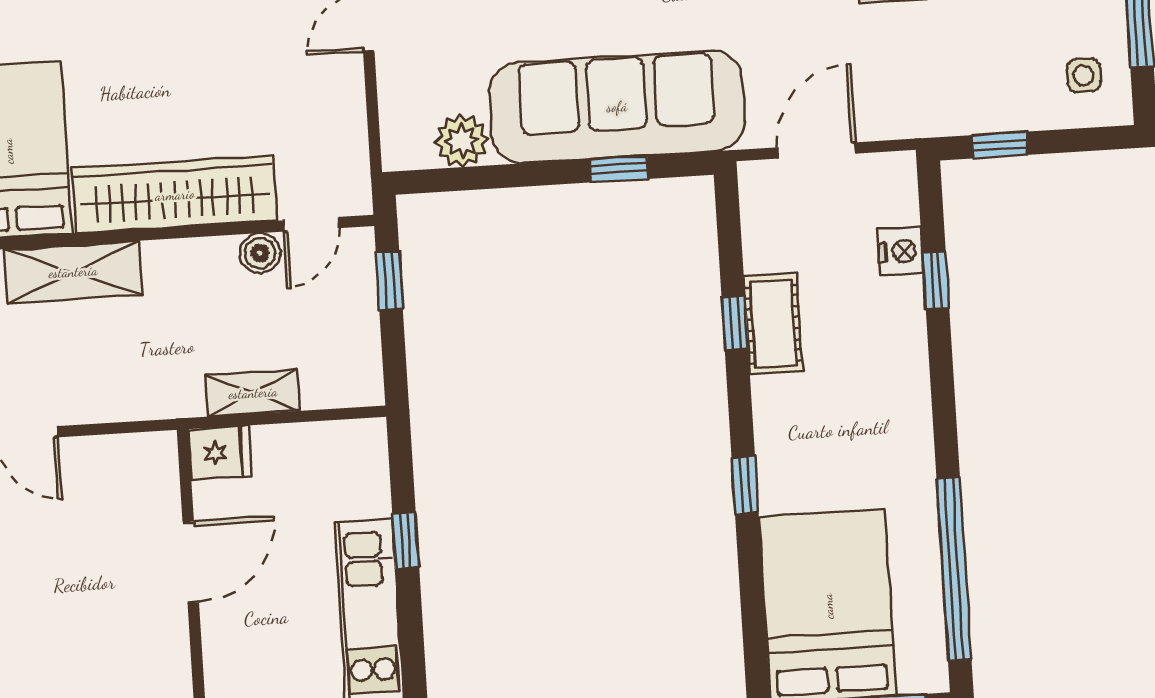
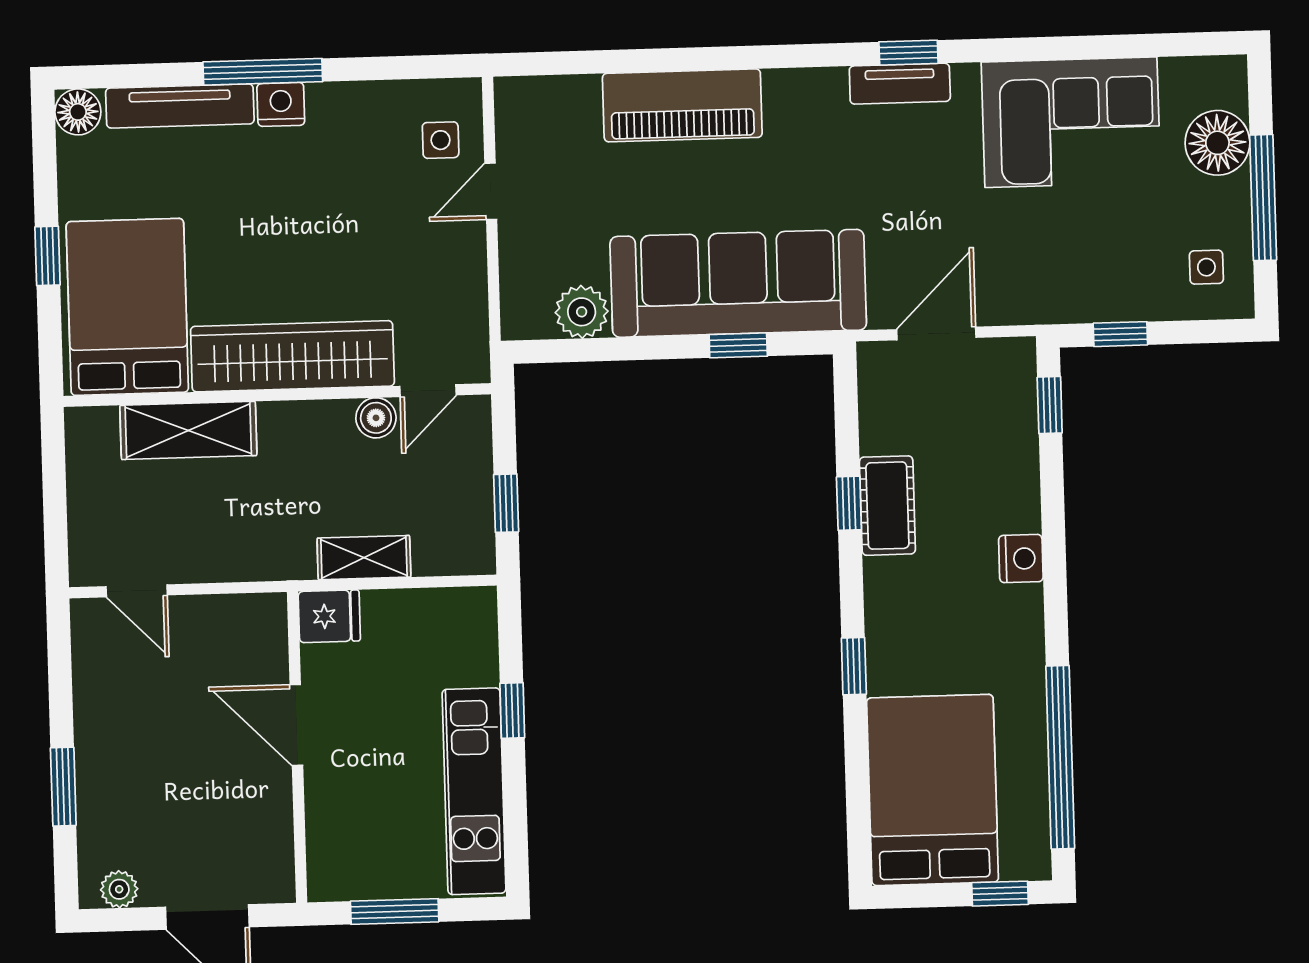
nightstand: (901, 251) -> (1021, 559), moved
window: (389, 280) -> (506, 503), moved
window: (936, 281) -> (1050, 405), moved
door: (191, 562) -> (296, 725), swing flipped

